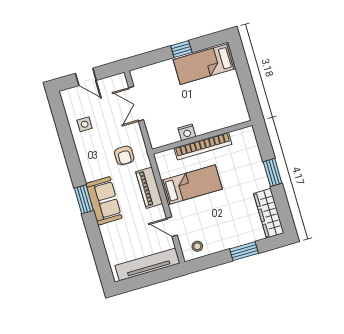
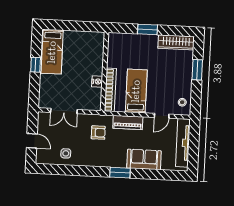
door: (86, 77) -> (32, 141), hinge flipped
bookcase: (203, 146) -> (110, 90), moved
sofa: (104, 201) -> (144, 159), moved

